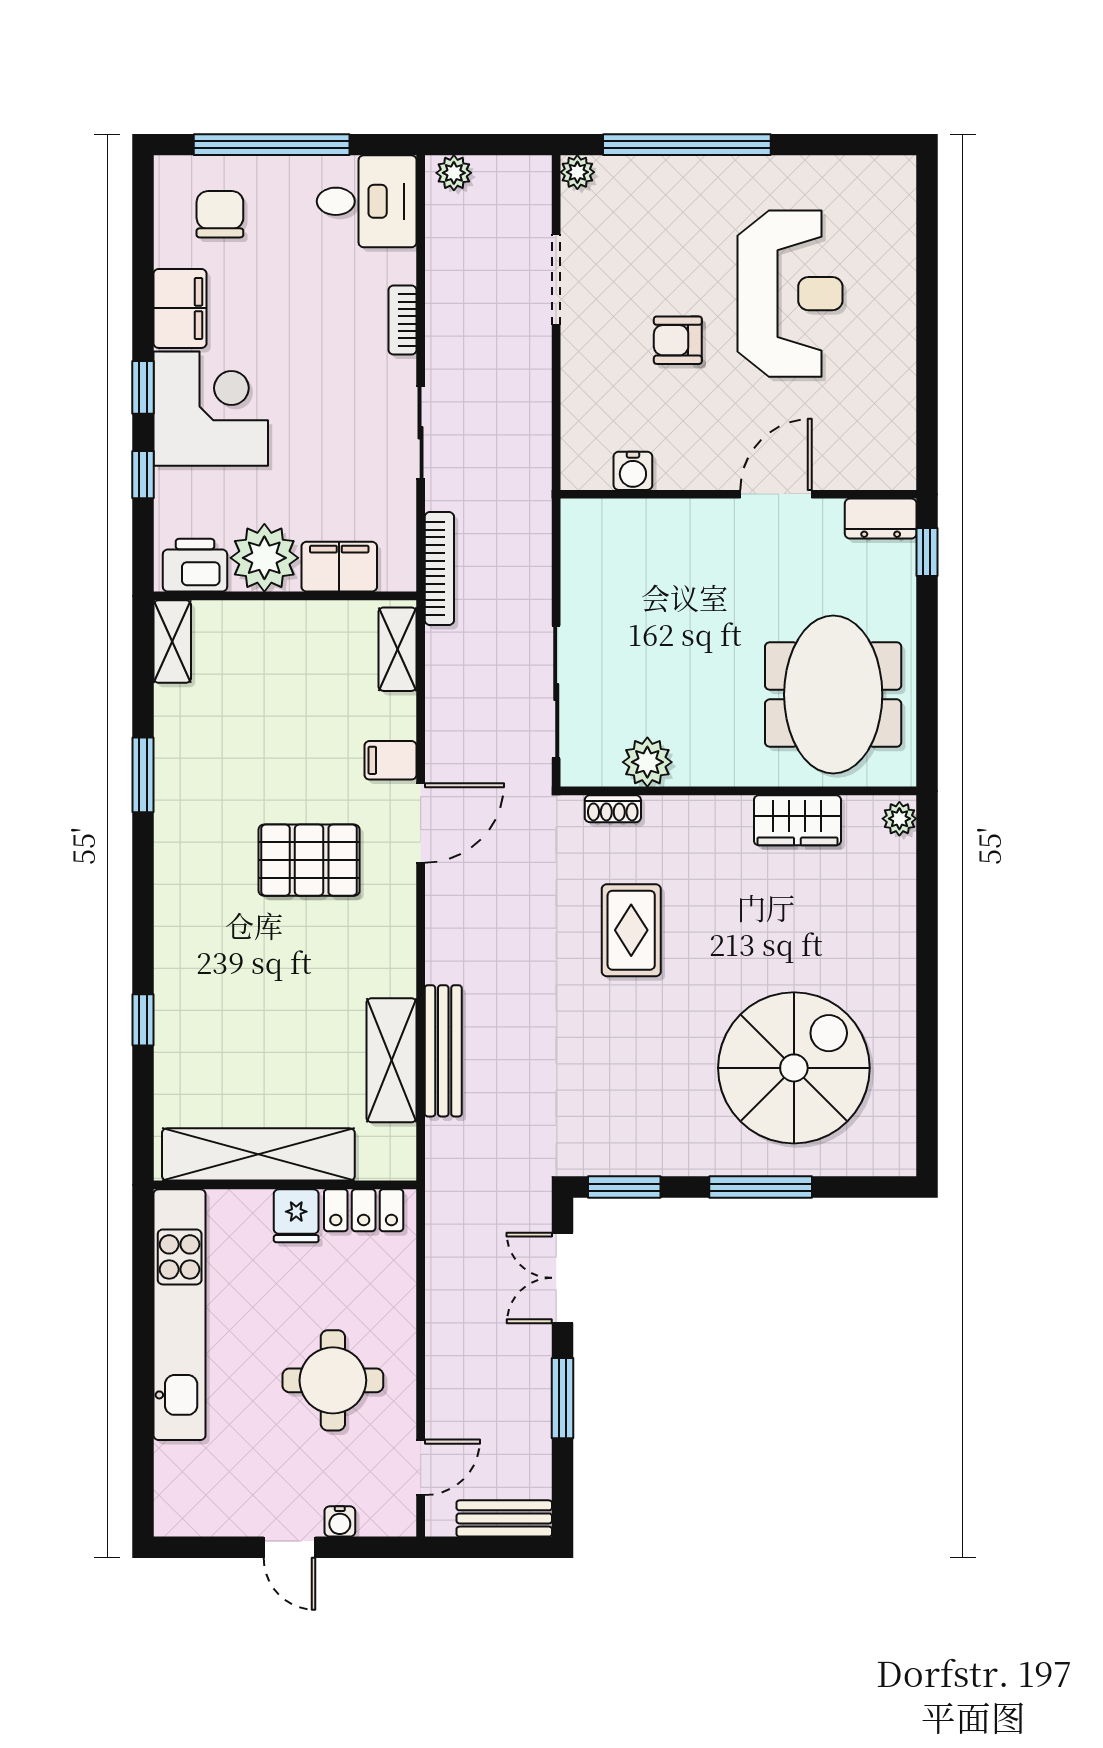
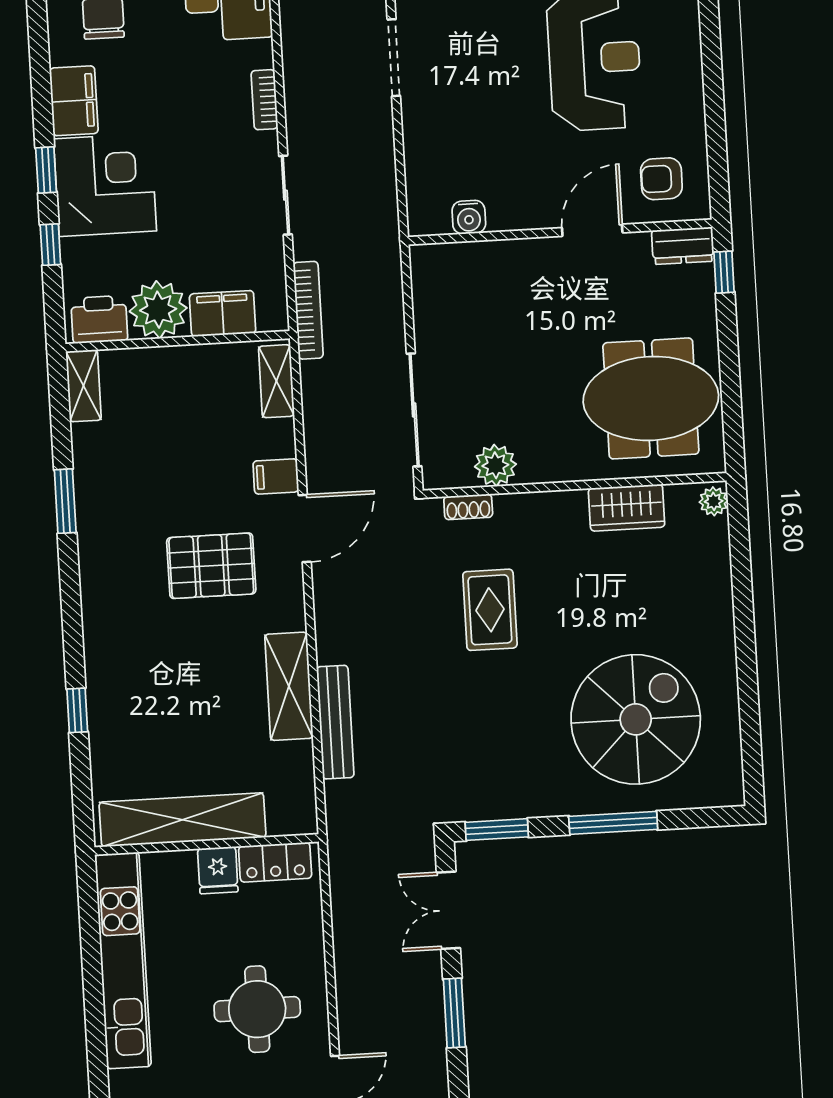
armchair: (678, 340) -> (661, 179), moved
meeting table: (833, 695) -> (651, 398), turned 90
shelving: (391, 1060) -> (289, 686), moved

